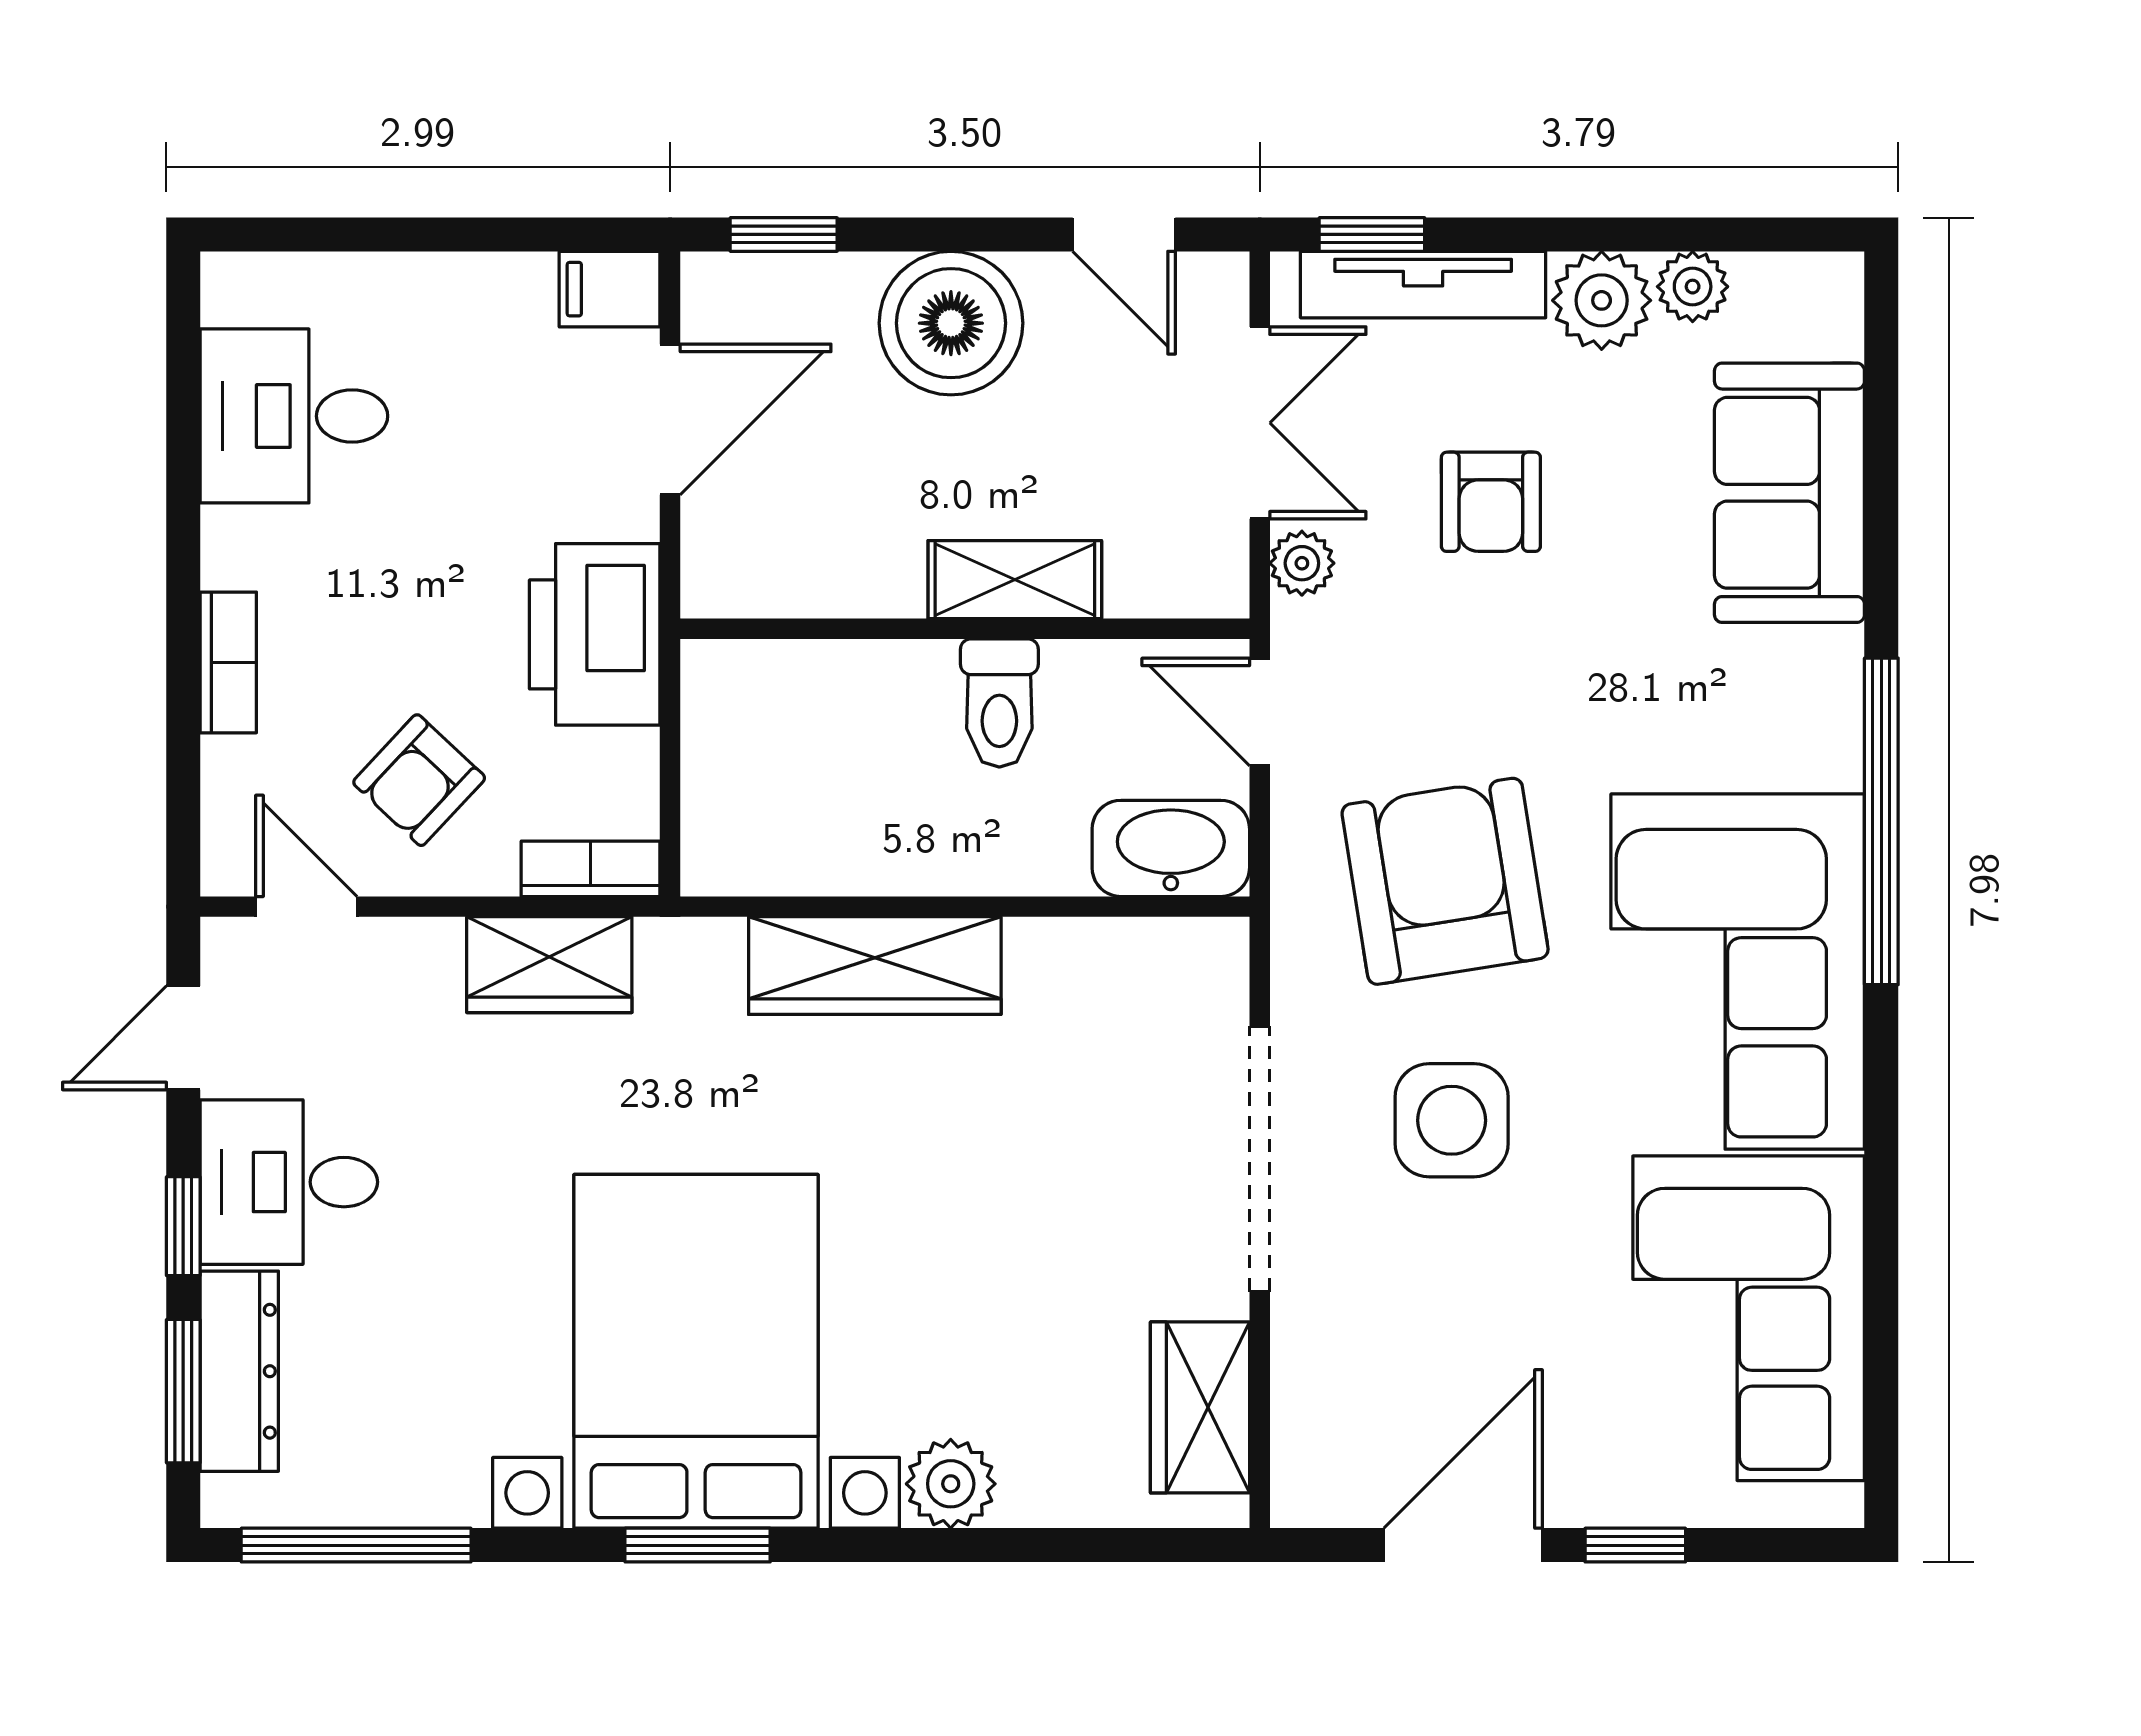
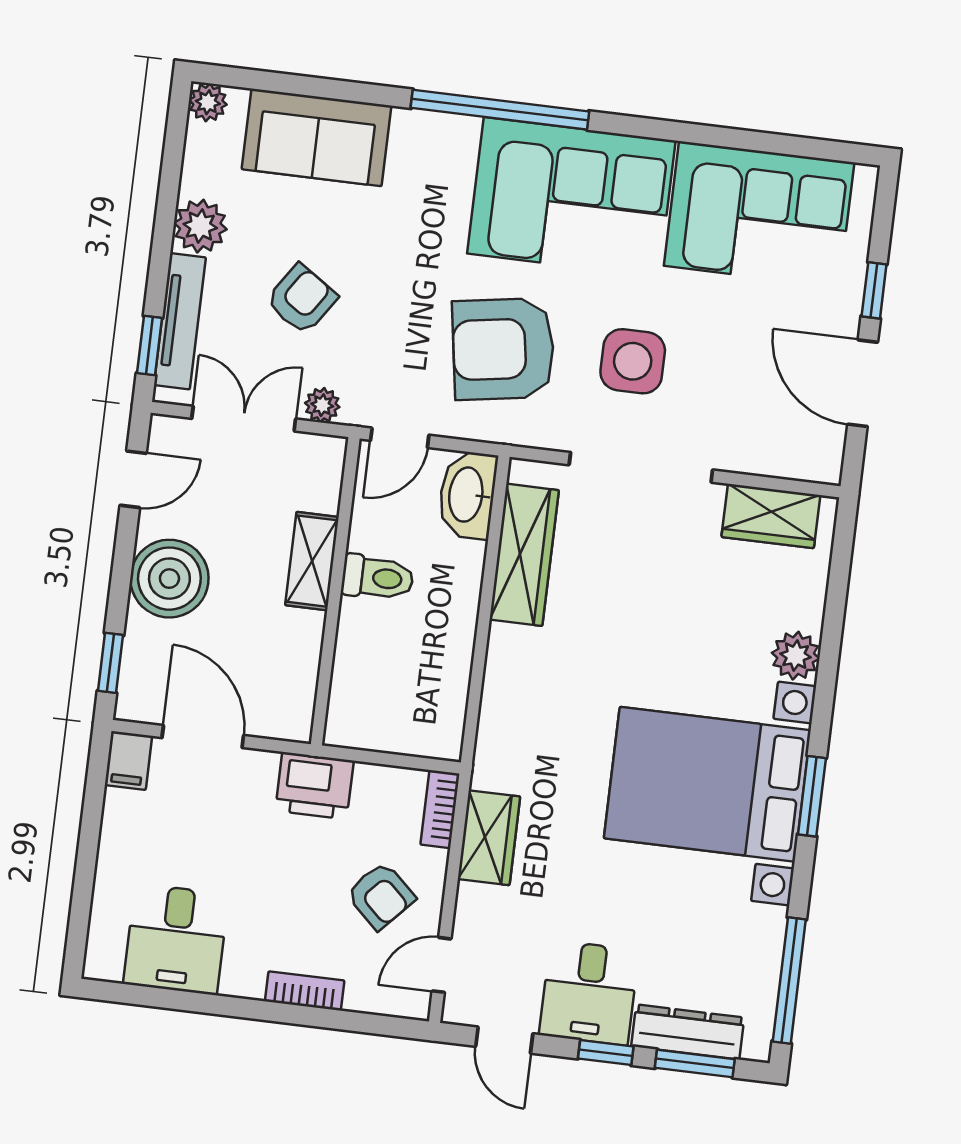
plant: (1693, 287) -> (208, 102), moved
armchair: (1491, 502) -> (302, 299), turned -56
printer: (595, 634) -> (314, 786), width x0.73, depth x0.84
wardrobe: (875, 966) -> (524, 555), moved

